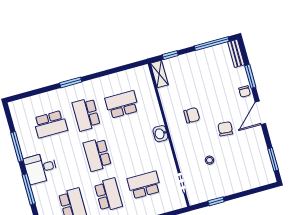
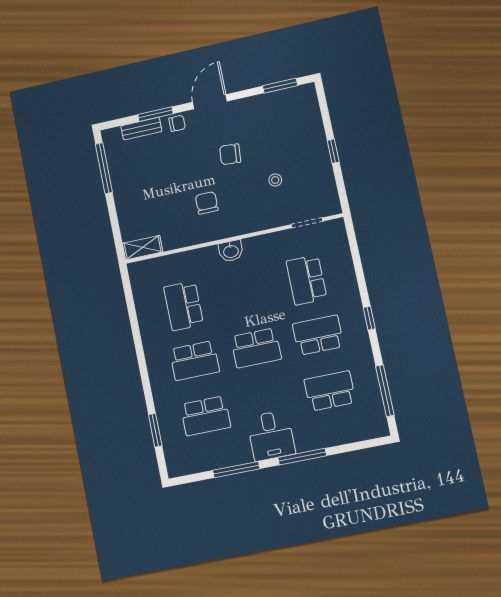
bench: (236, 53) -> (141, 129), moved
window: (170, 55) -> (116, 230), removed
window: (71, 82) -> (155, 430), moved
door: (260, 113) -> (210, 102), swing flipped
school desk: (50, 124) -> (206, 416), turned 90
window: (216, 201) -> (333, 151), moved

